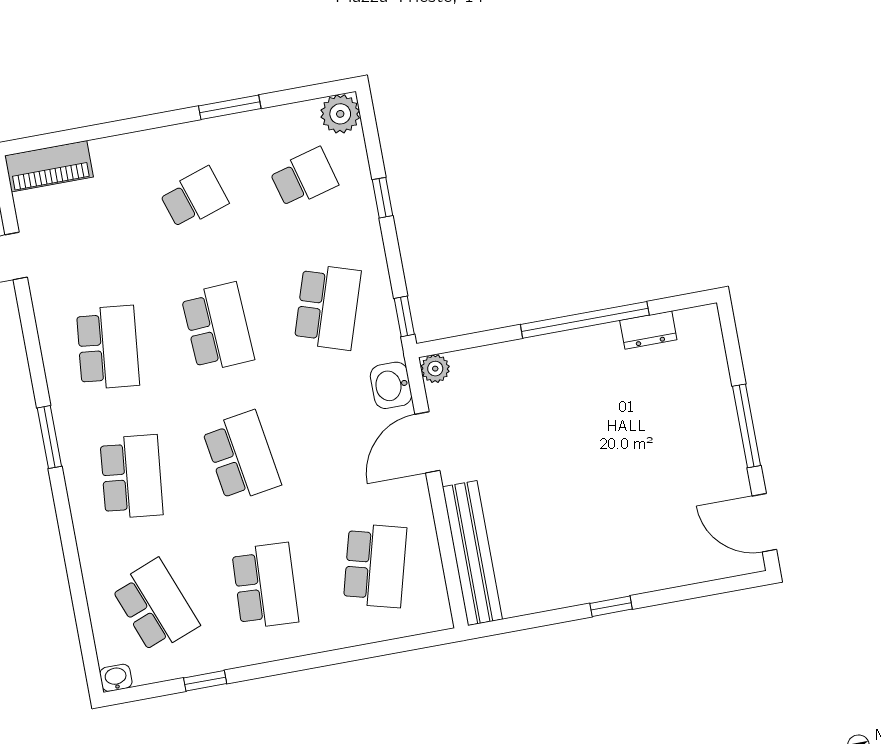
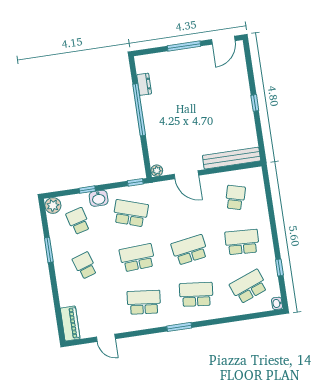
washbasin: (391, 385) -> (99, 198), moved
school desk: (375, 566) -> (235, 197), width x0.54

